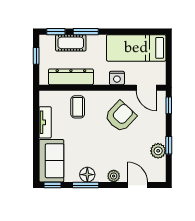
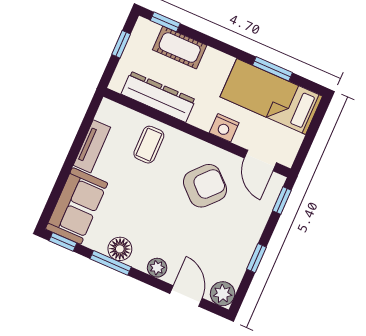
window: (86, 32) -> (272, 69), moved
plant: (158, 151) -> (223, 294), moved

